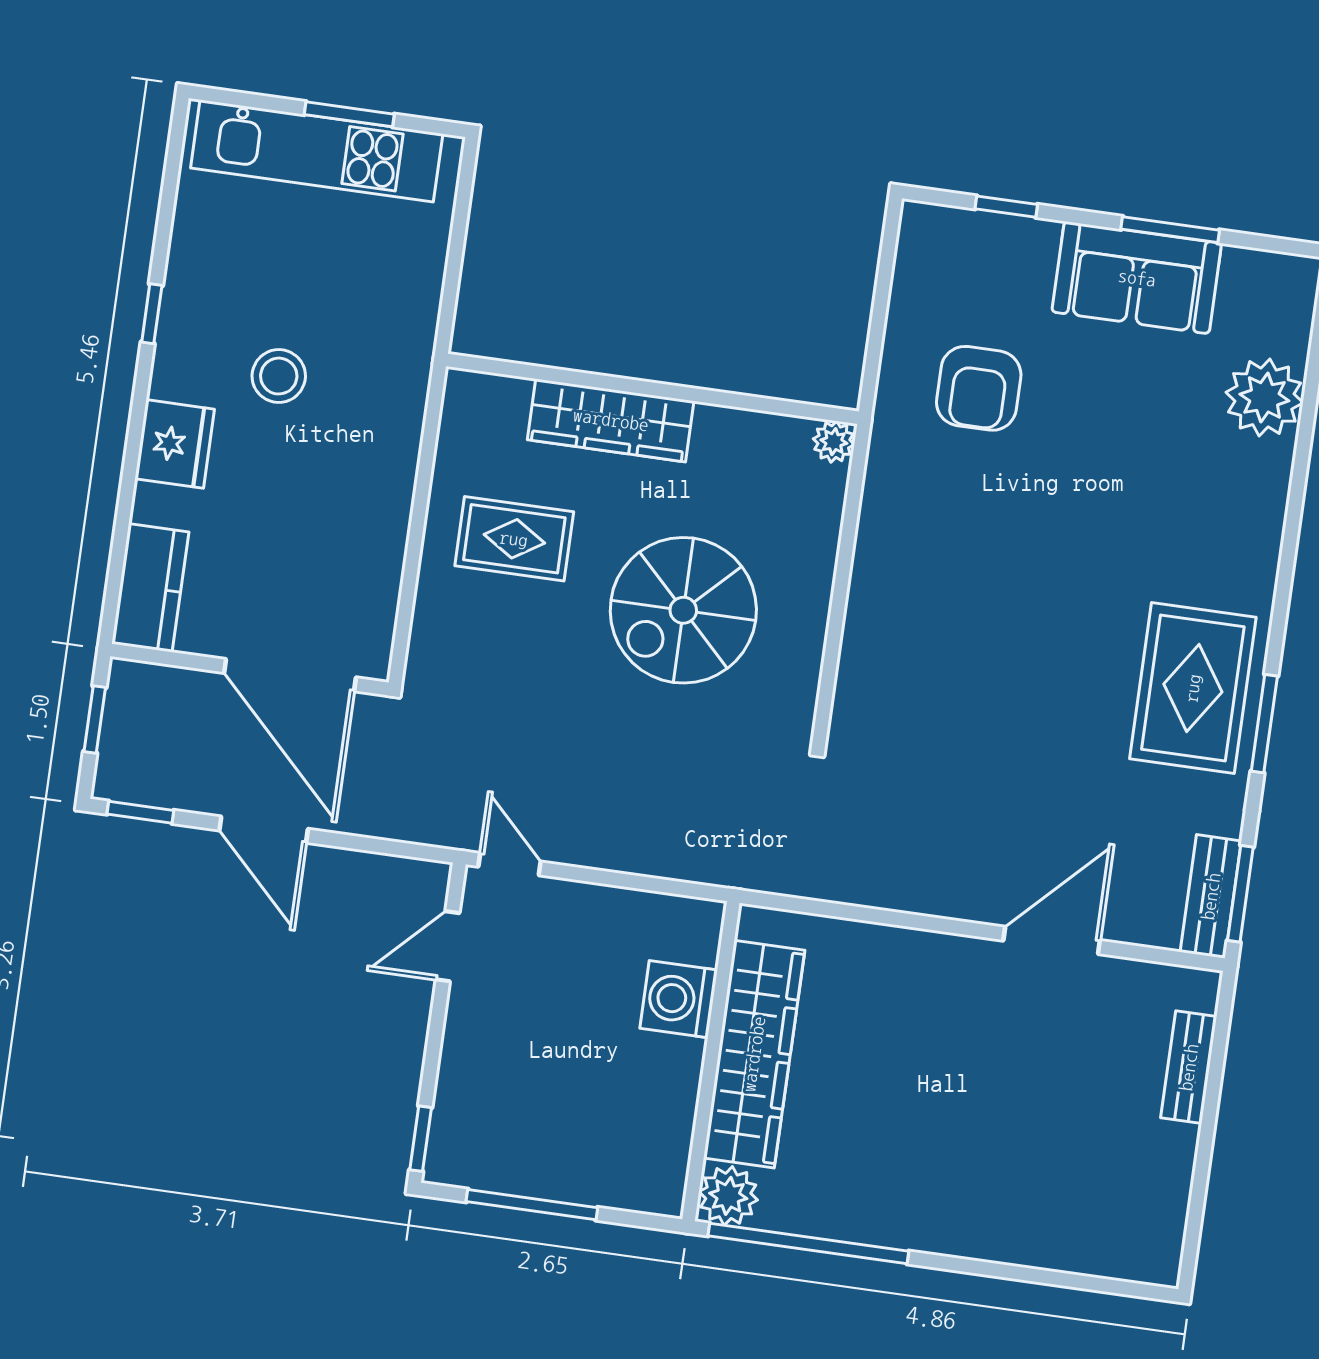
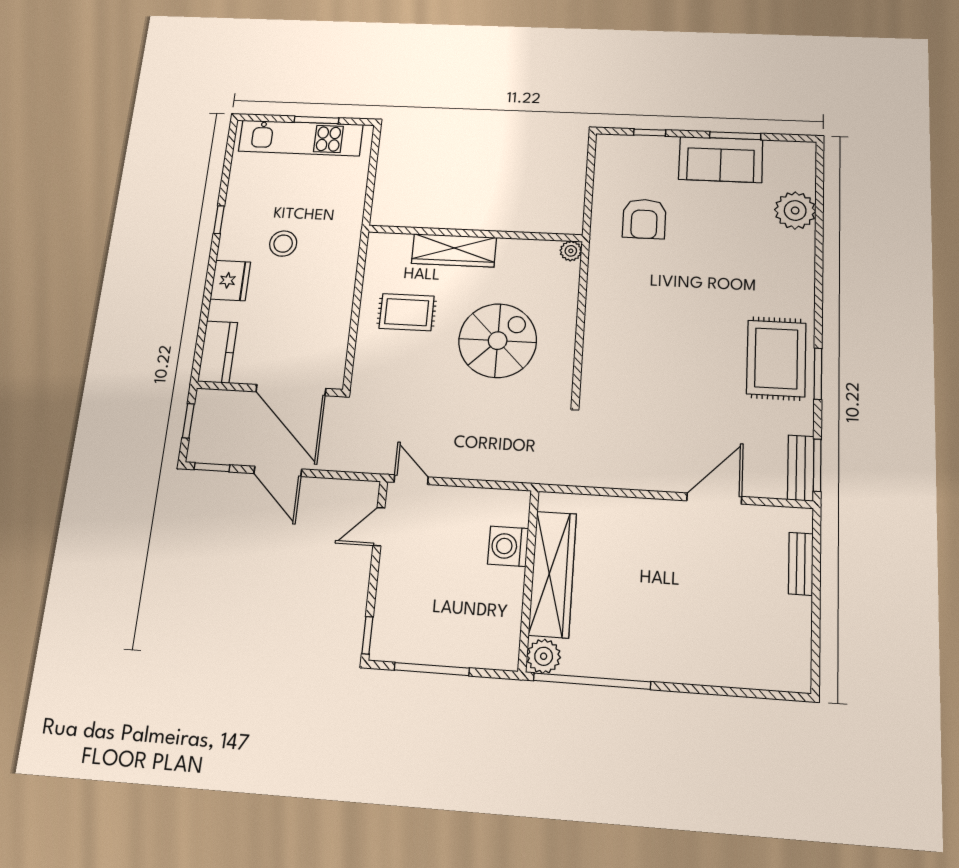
spiral stairs: (683, 610) -> (498, 341), turned 180

